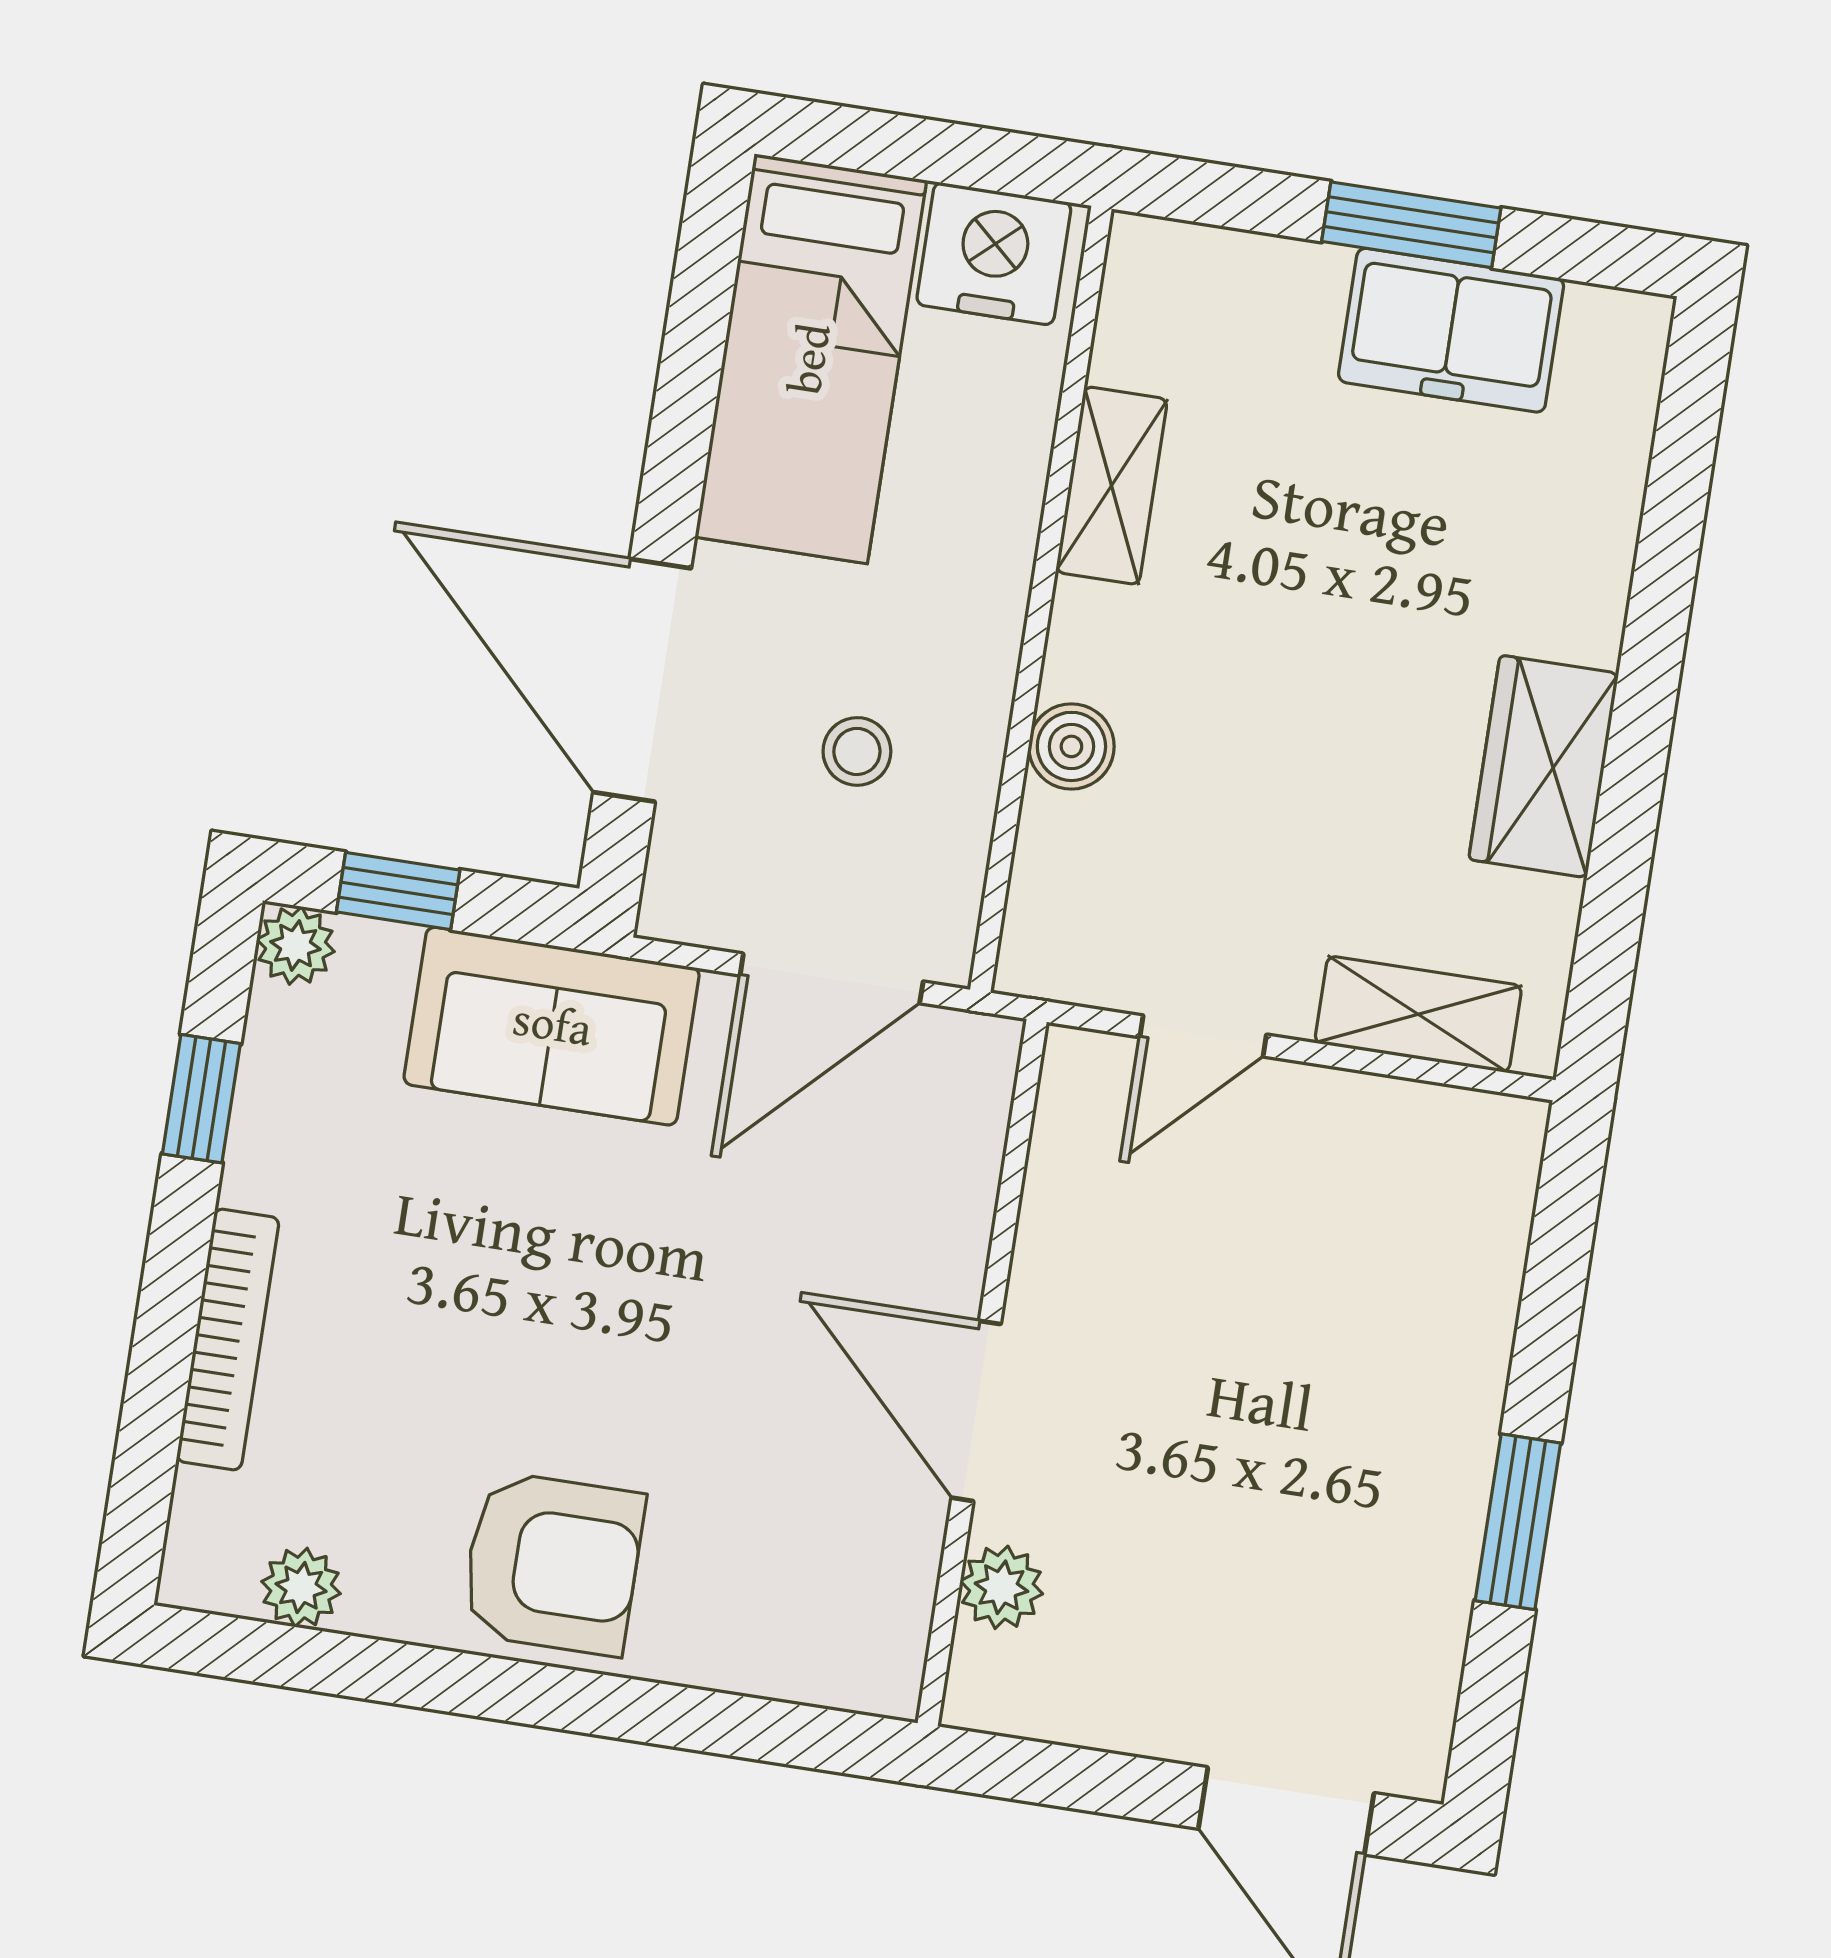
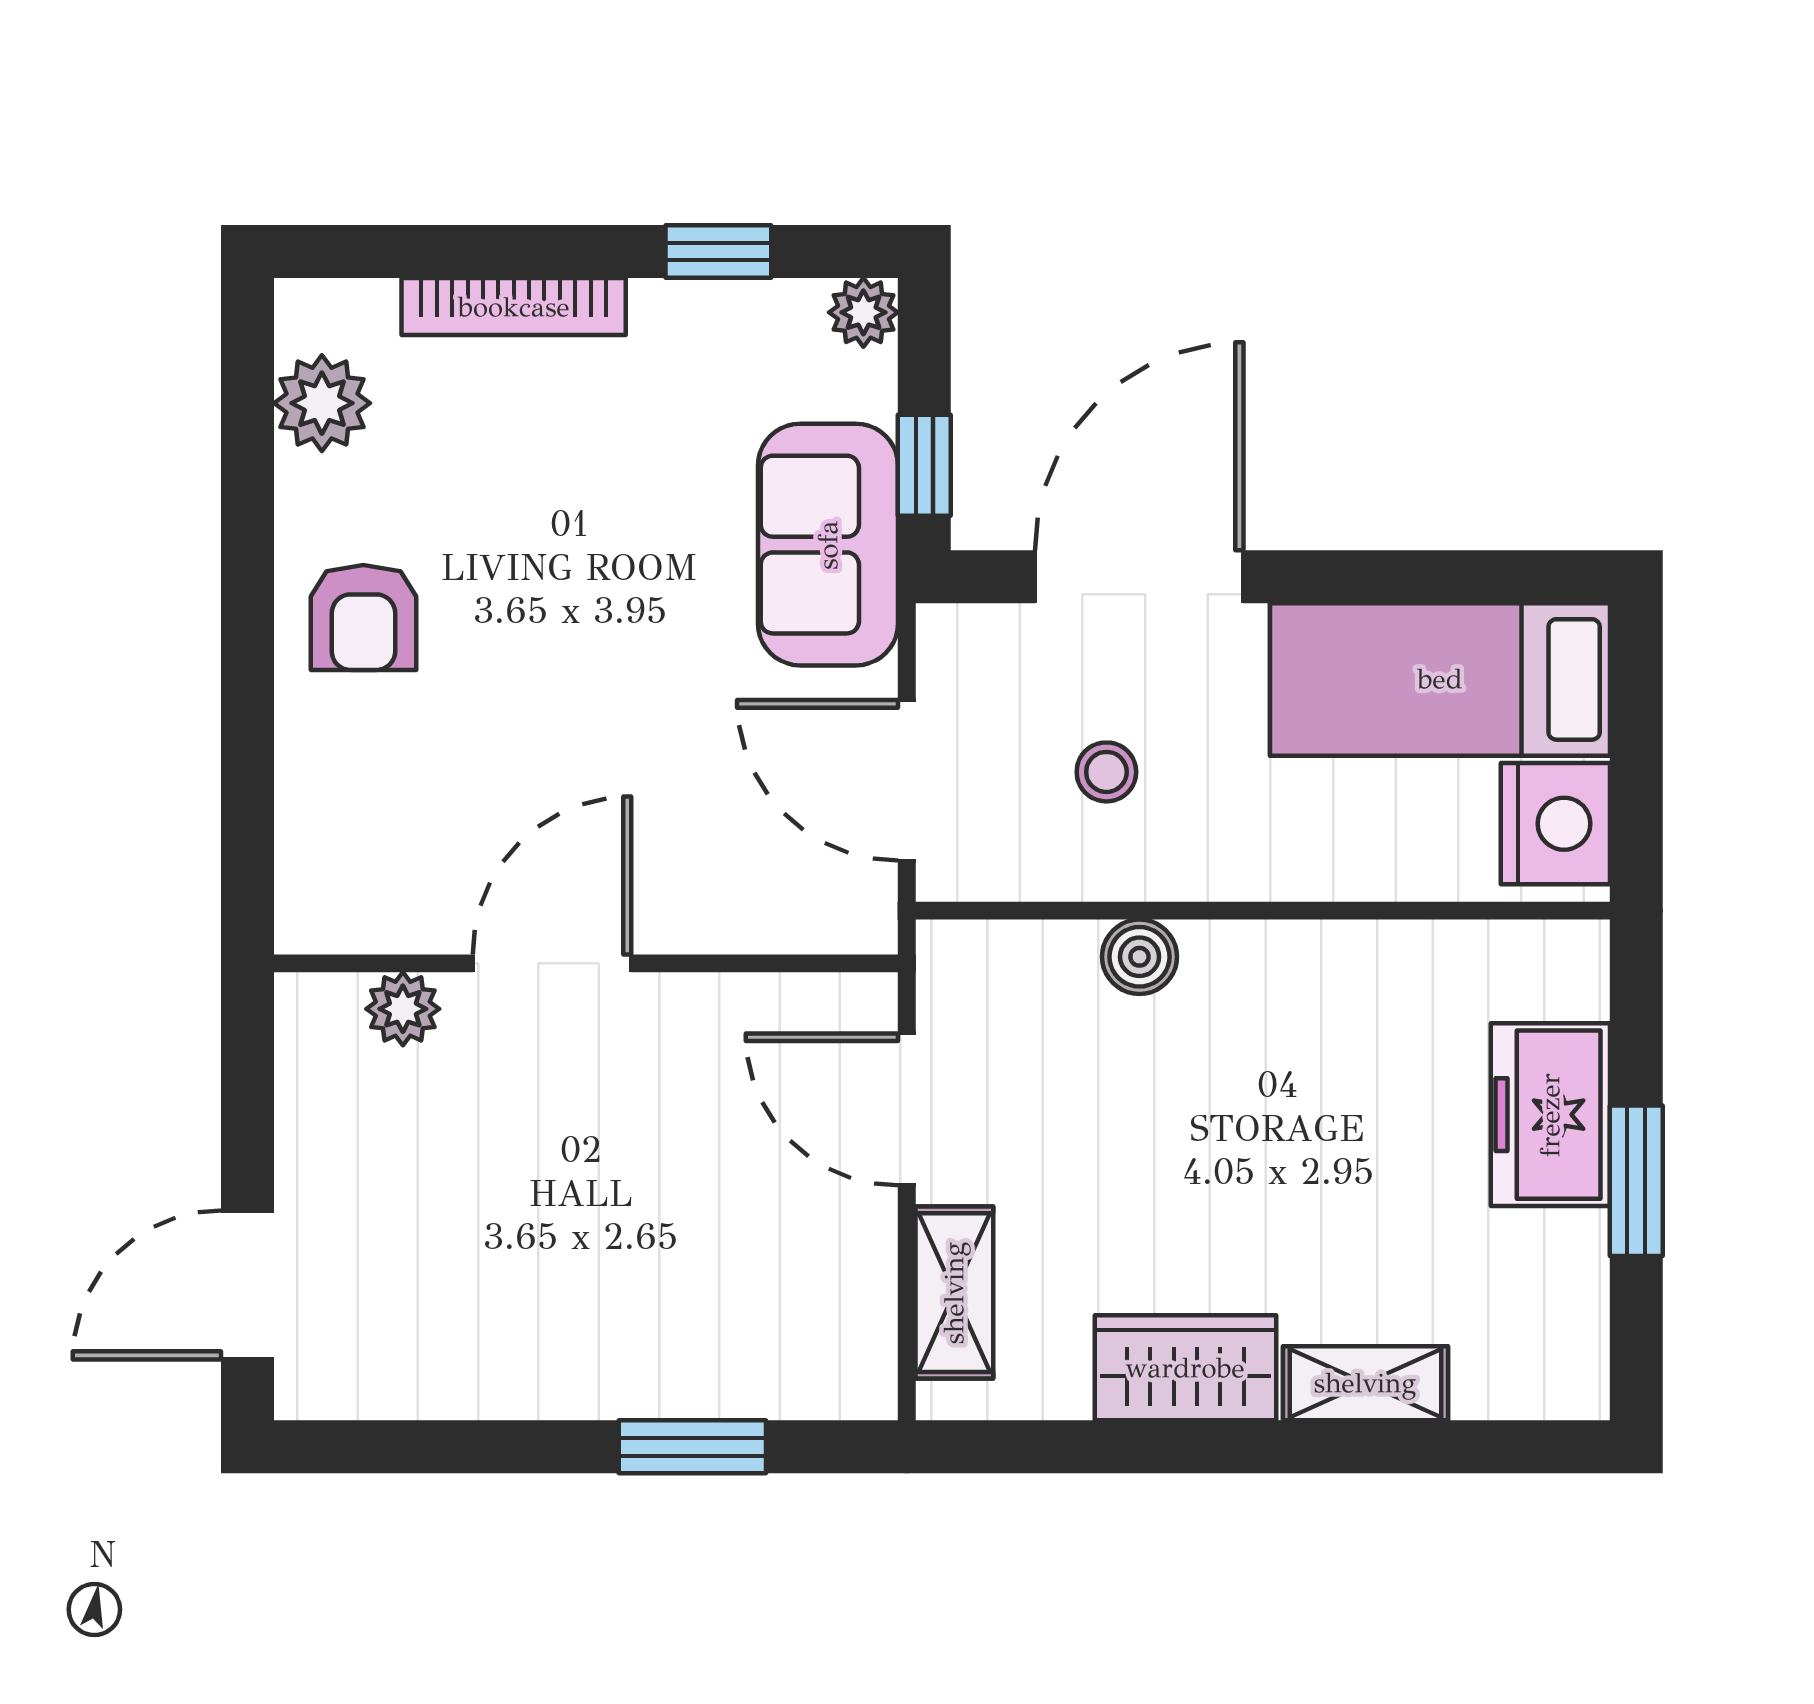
freezer: (1451, 330) -> (1550, 1115), moved
shelving: (1112, 486) -> (1365, 1383), moved
window: (398, 891) -> (924, 465), moved
door: (1203, 1036) -> (907, 1109), width x1.38
window: (1518, 1522) -> (692, 1447), moved
armchair: (553, 1563) -> (363, 617), width x0.72, depth x0.72
plant: (301, 1588) -> (322, 403), width x1.38, depth x1.38

